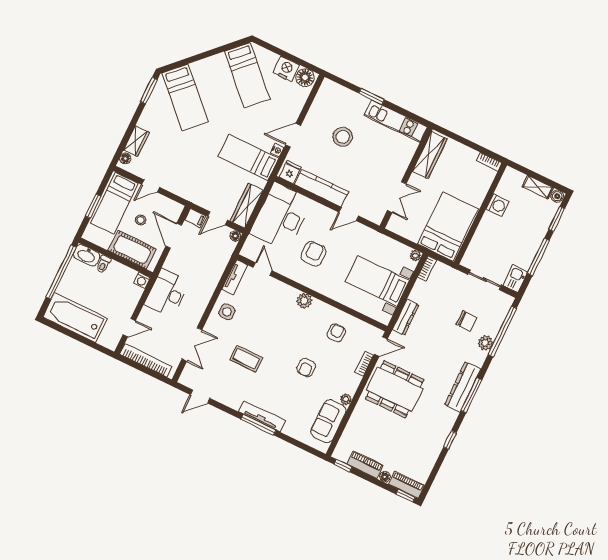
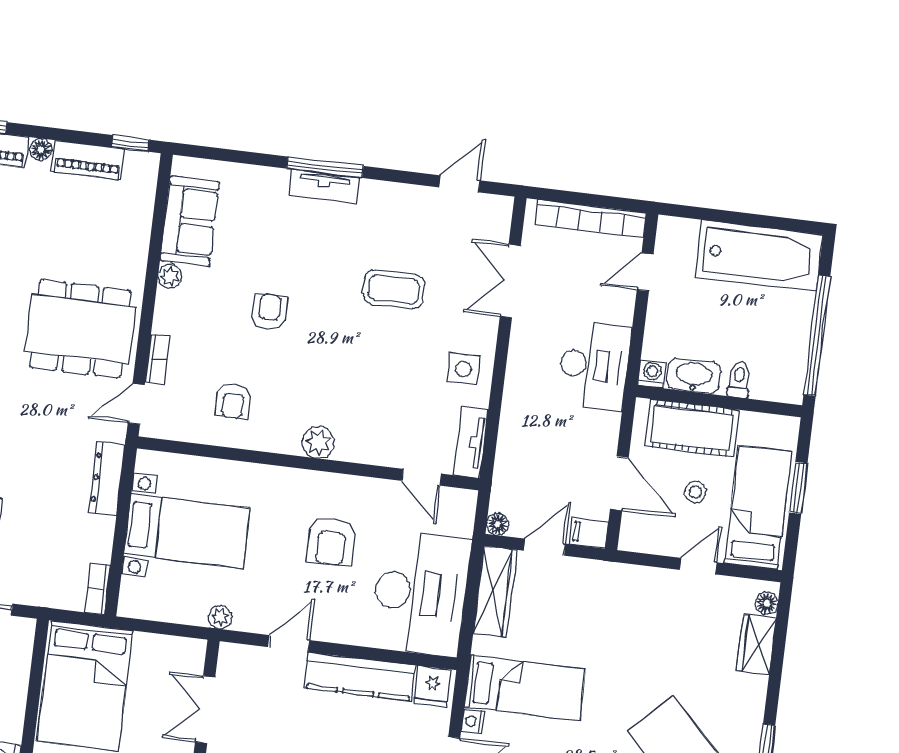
washbasin: (87, 255) -> (694, 376), moved
plant: (415, 256) -> (220, 617), moved
tv unit: (262, 416) -> (324, 186), width x0.71

